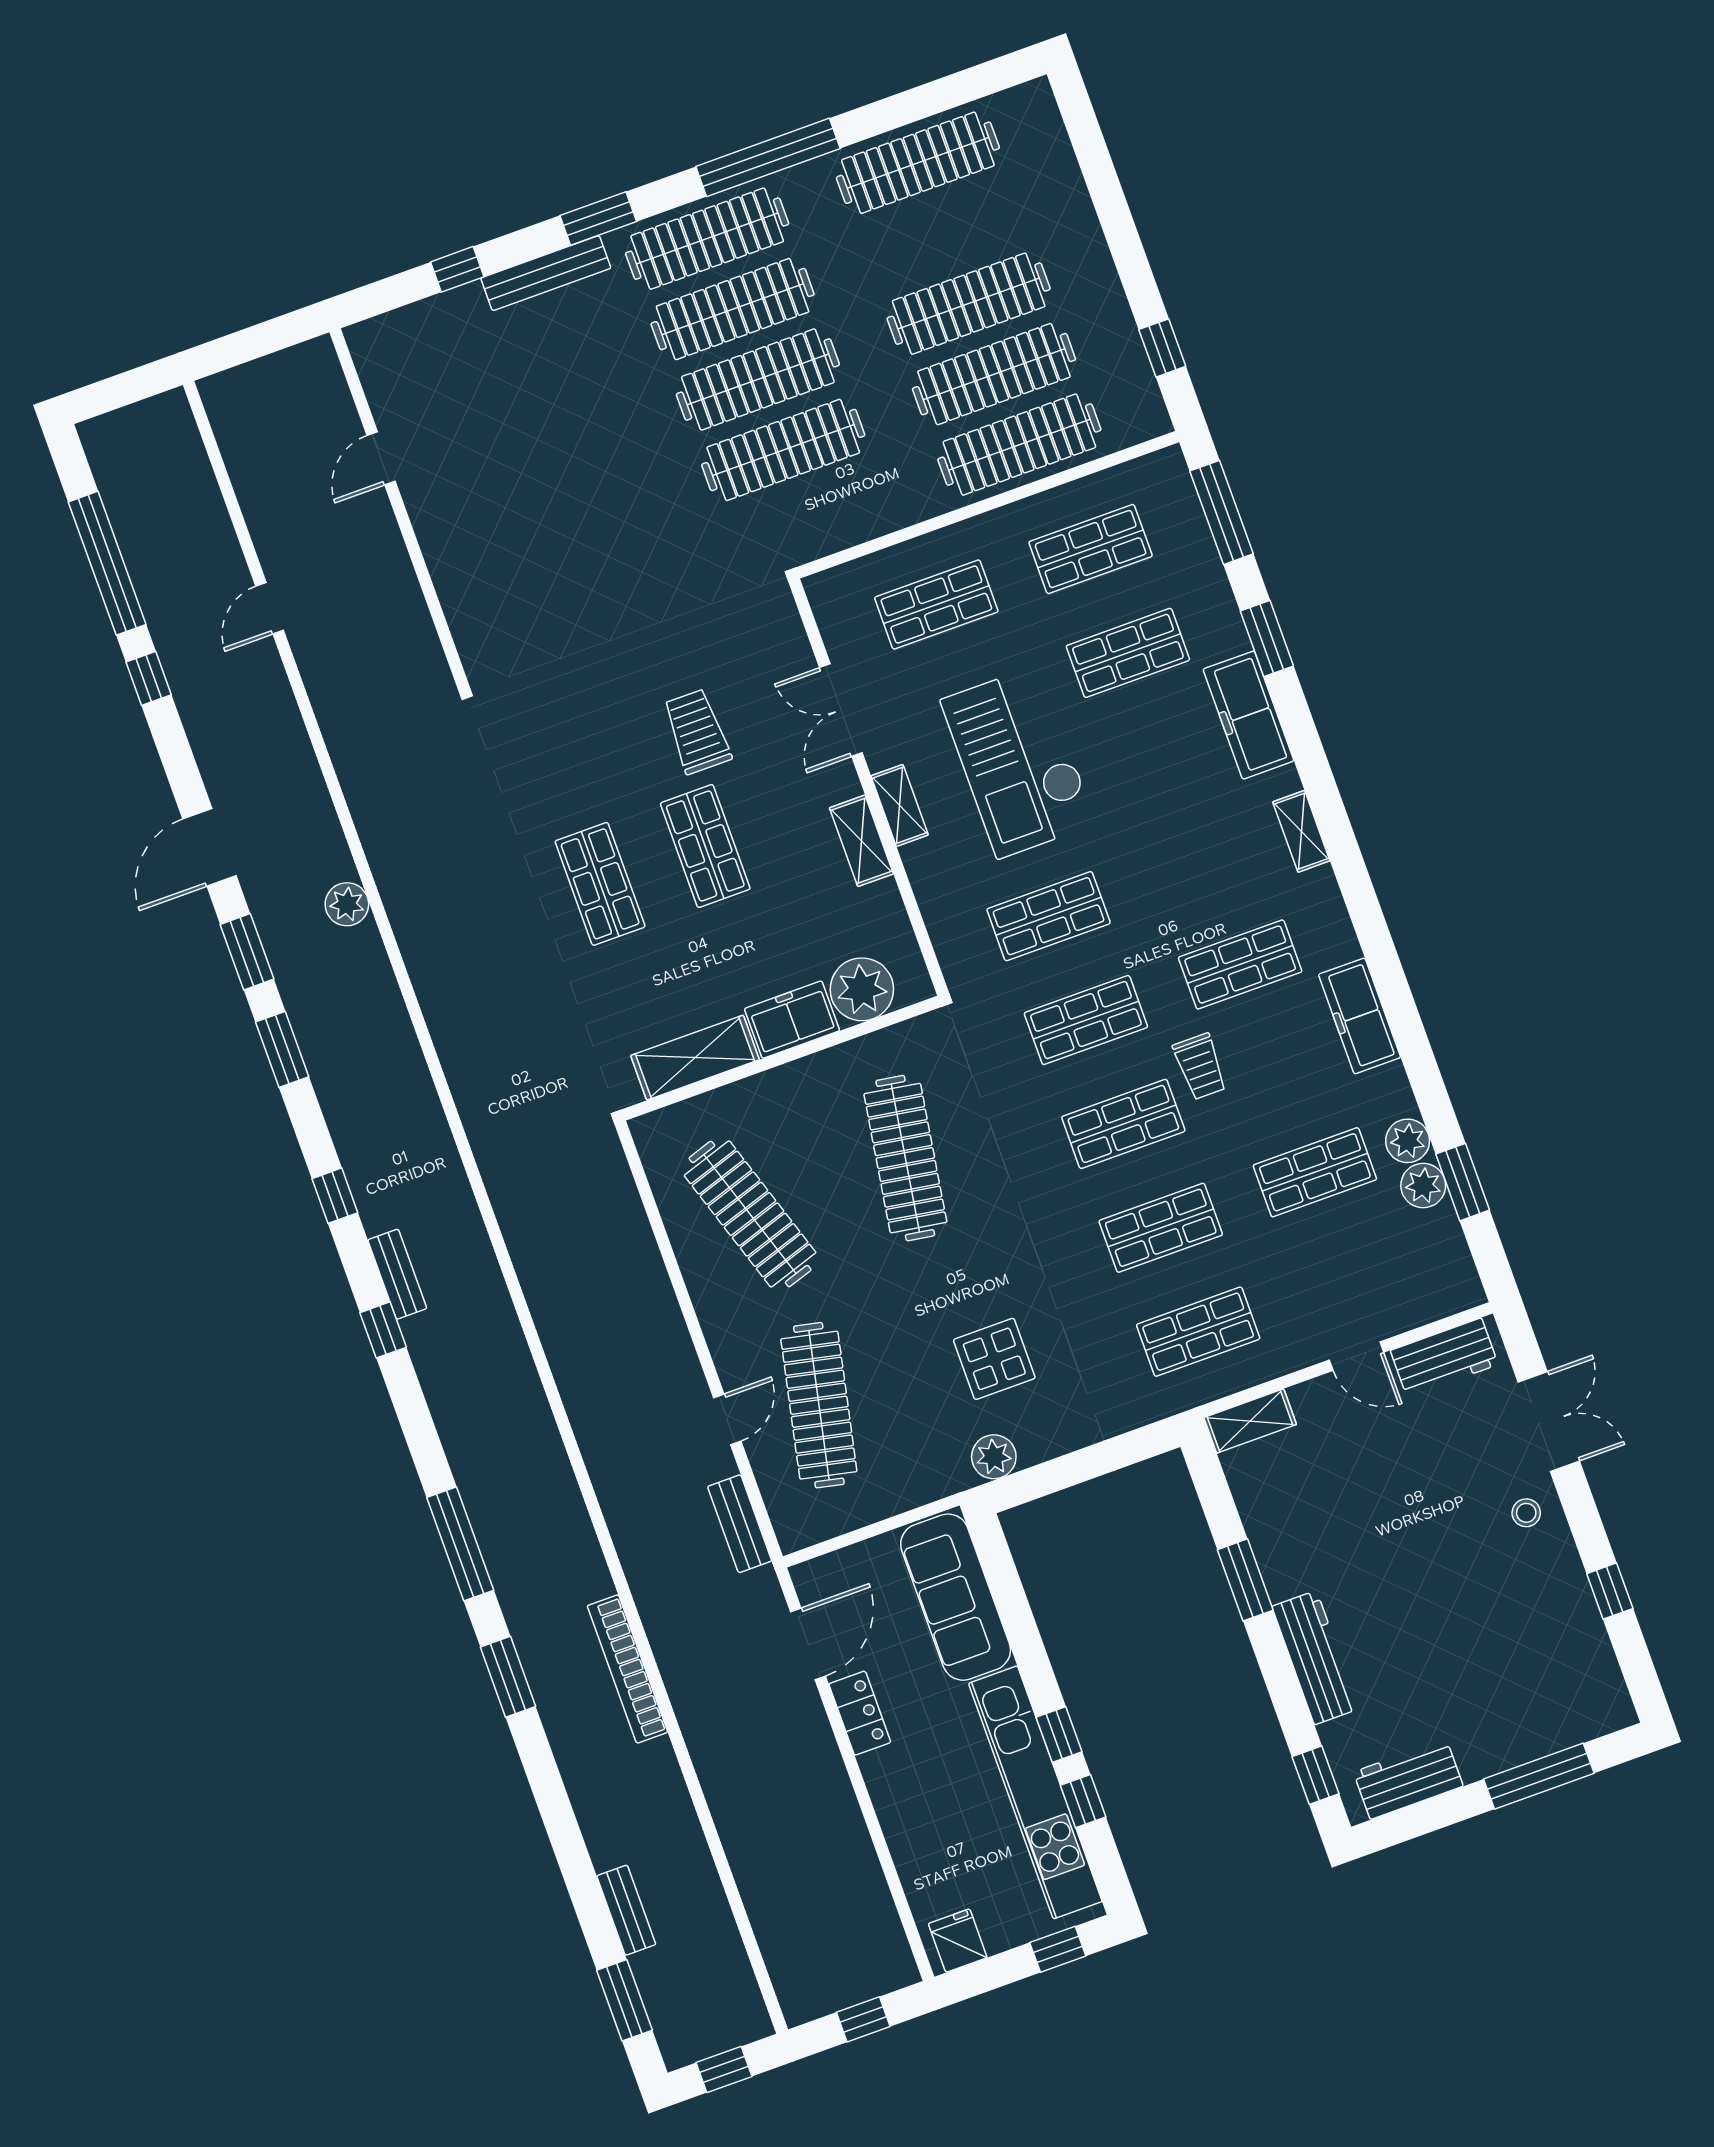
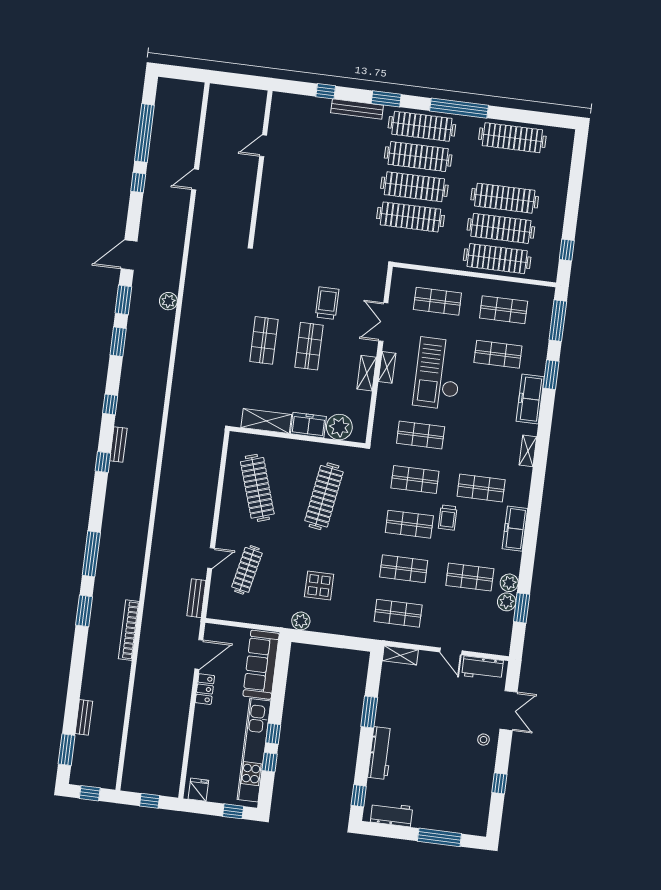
clothes rail: (819, 1405) -> (247, 570), width x0.73, depth x0.76

